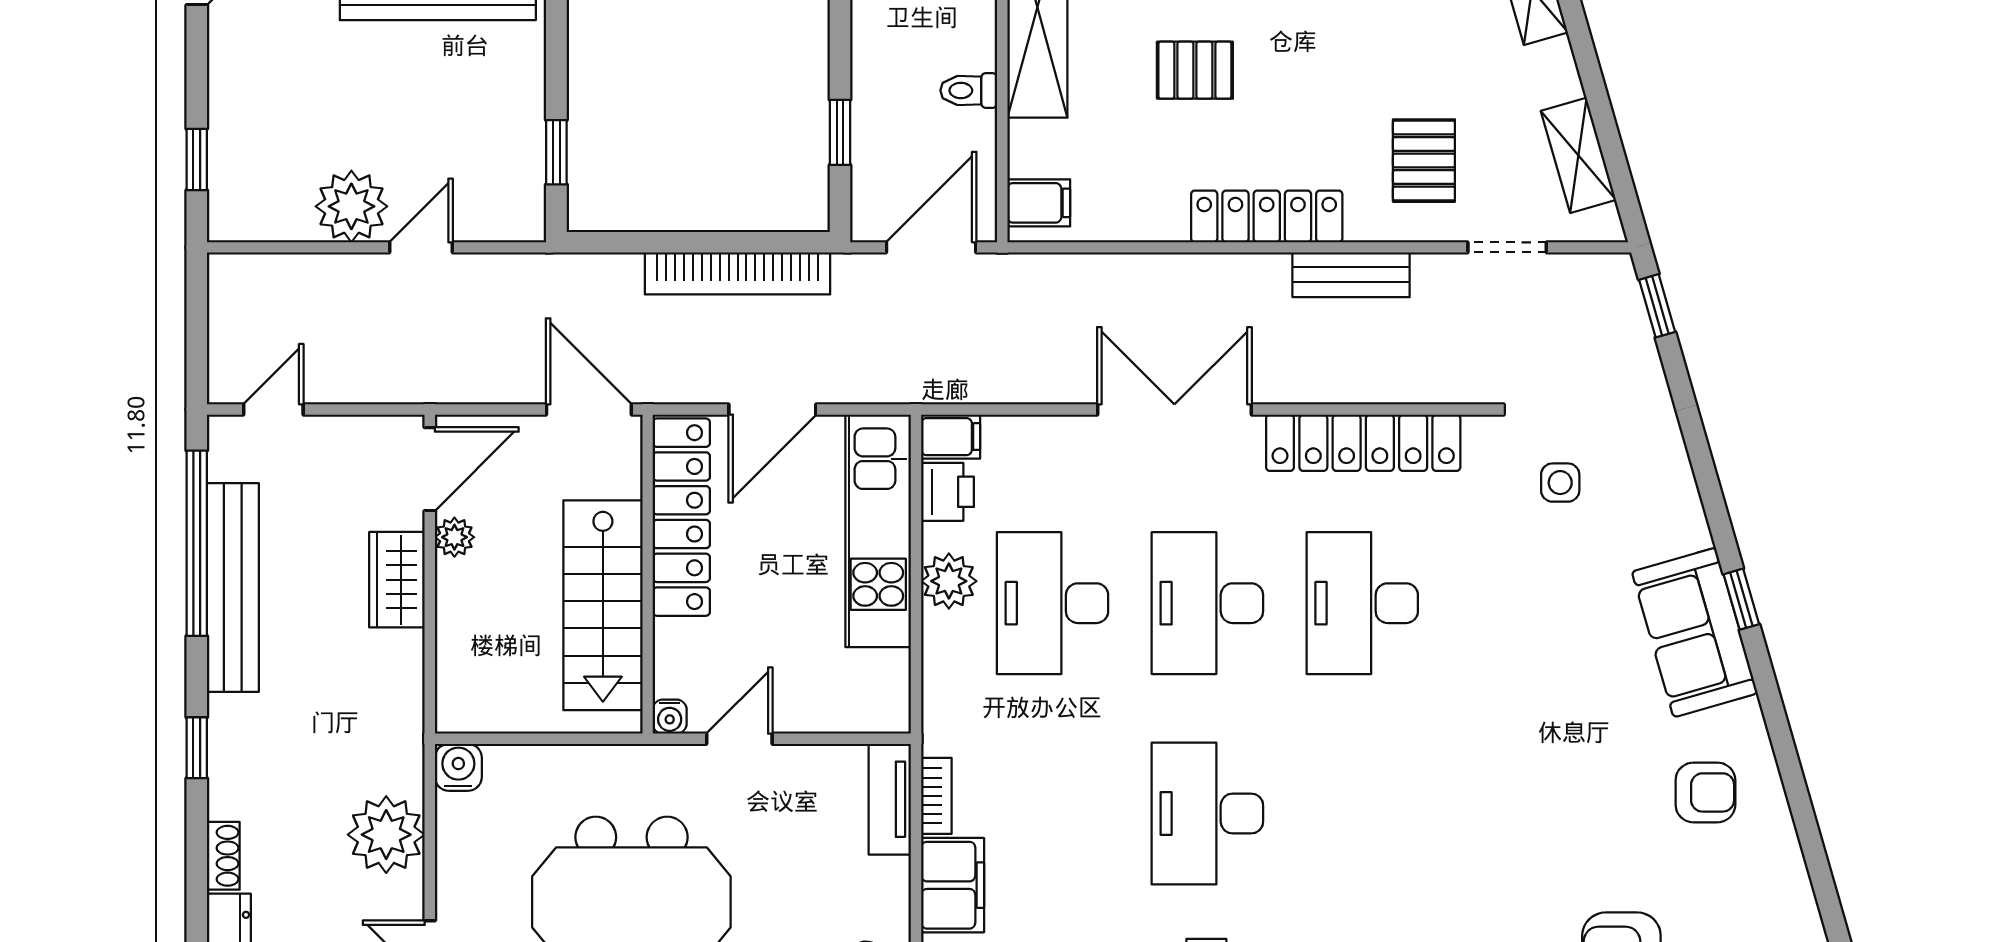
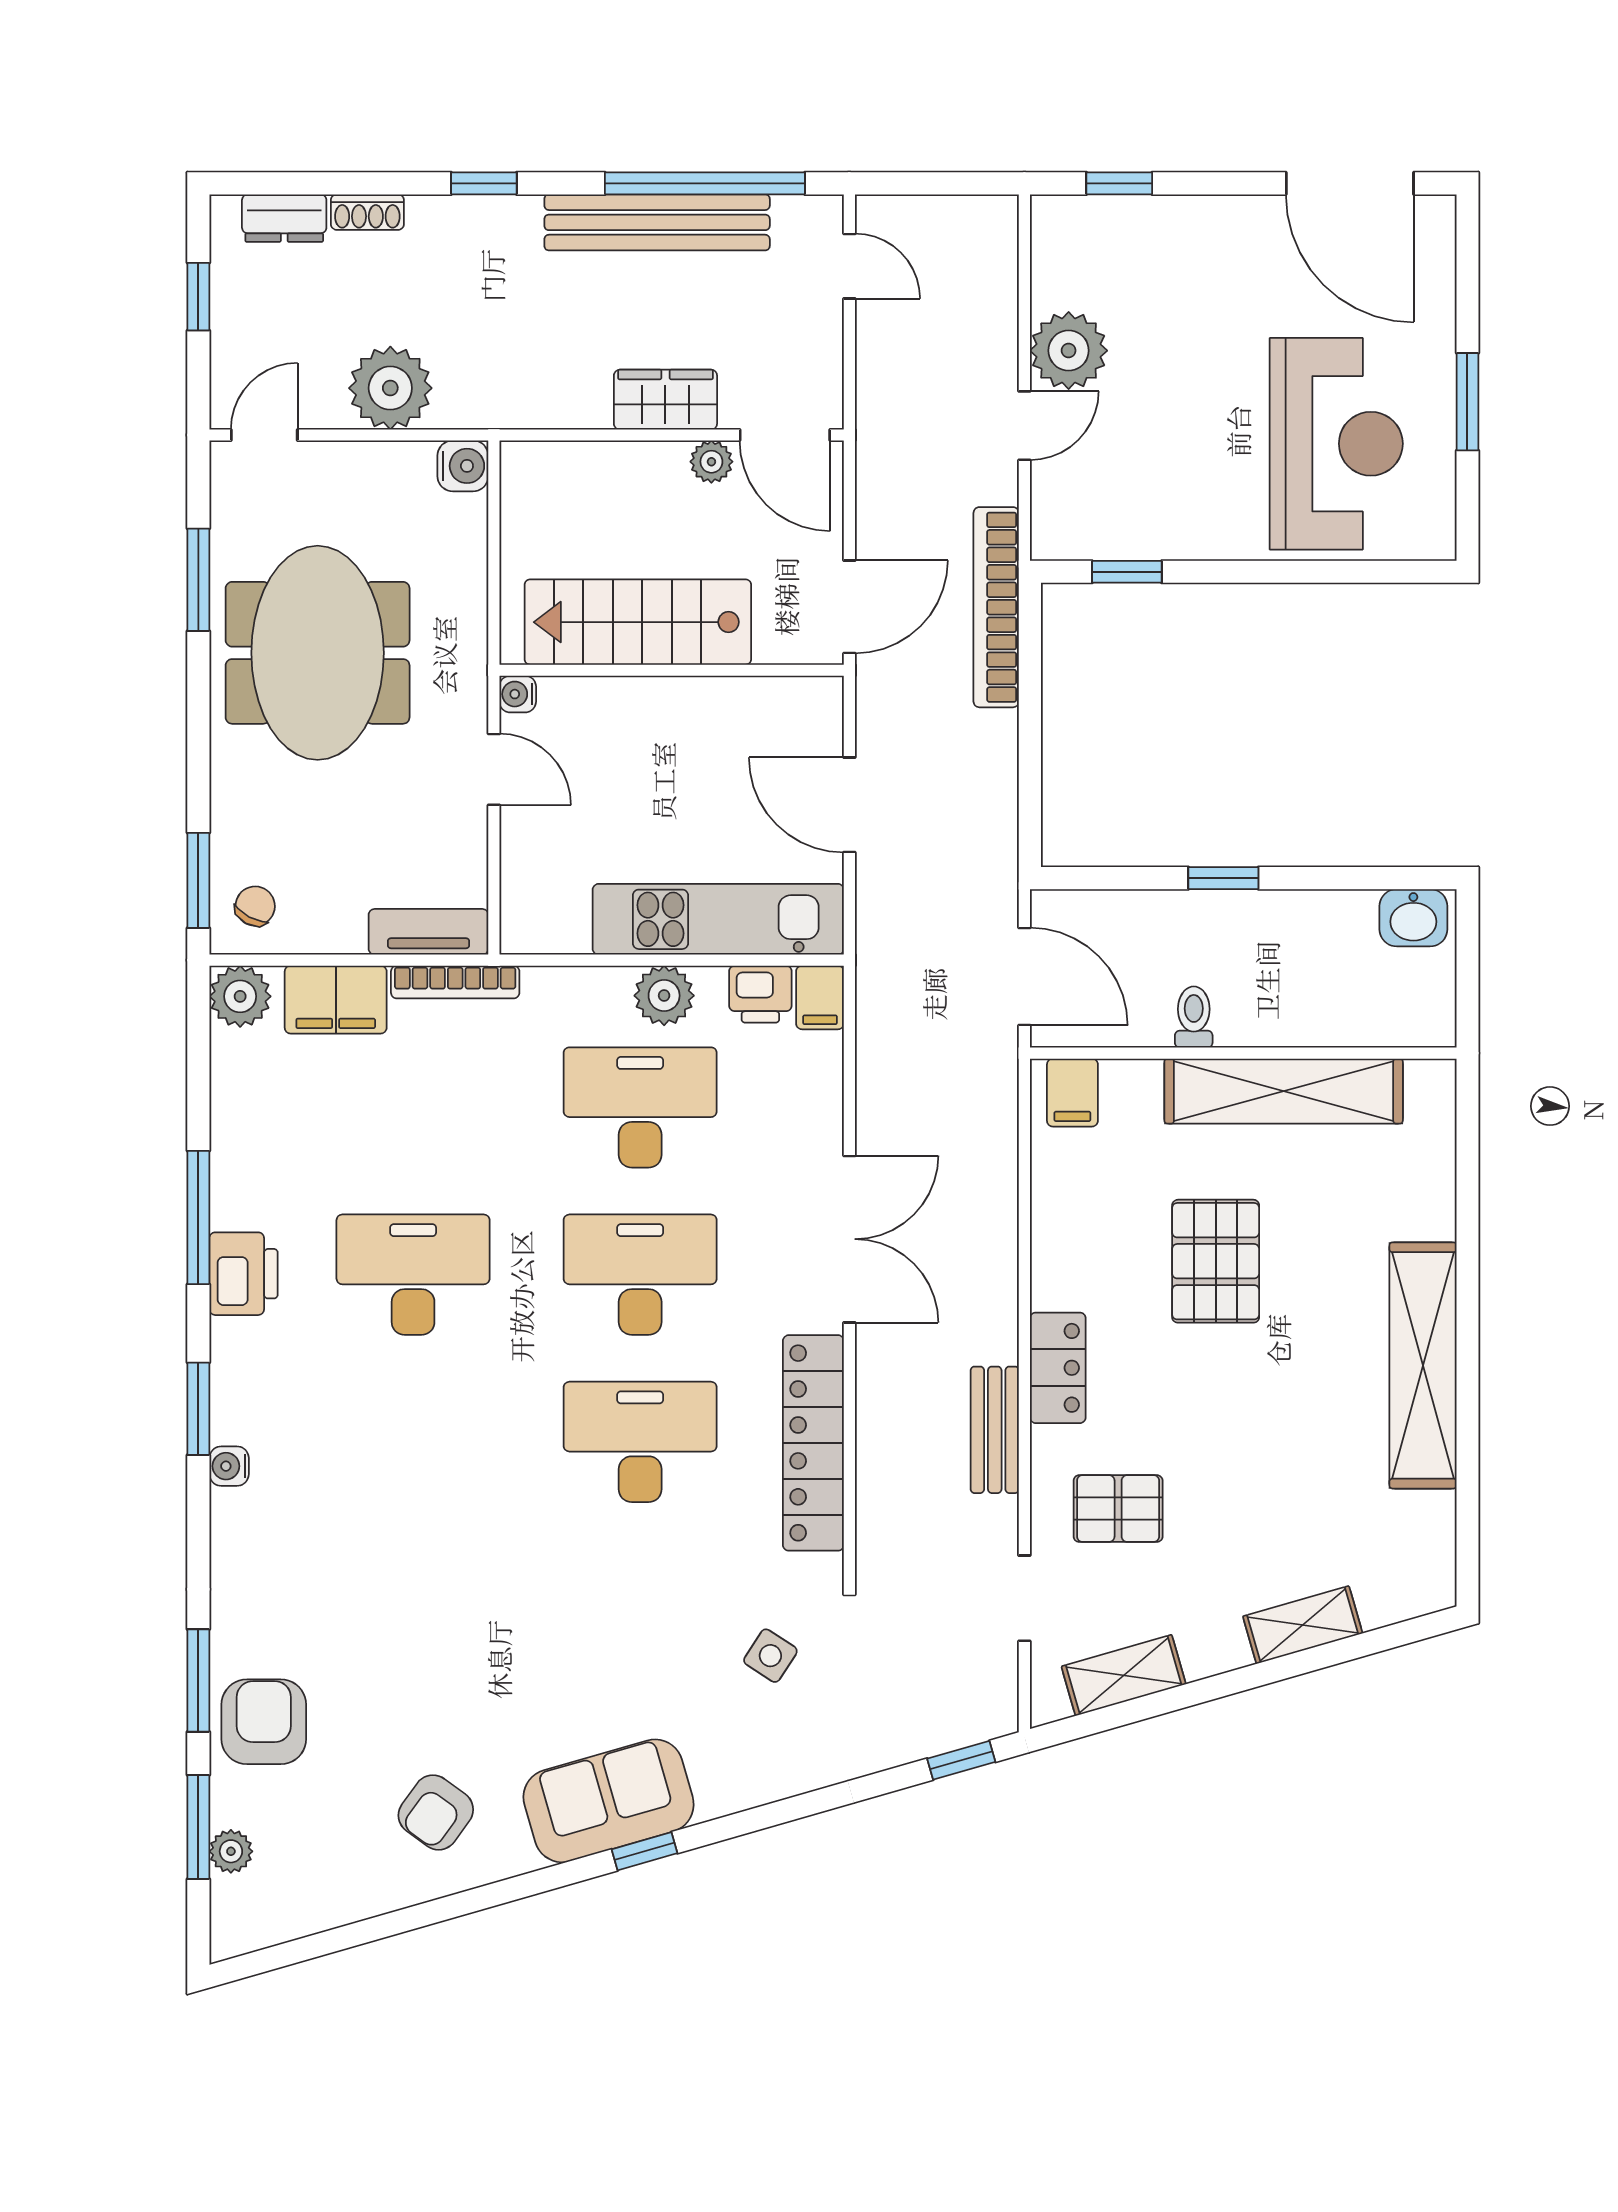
pallet: (1195, 70) -> (1216, 1261), width x1.50, depth x1.42
window: (840, 132) -> (1223, 878), moved
locker: (1267, 216) -> (1058, 1368), width x0.66
door: (421, 247) -> (1024, 426), hinge flipped
bookcase: (738, 273) -> (996, 607), moved
side table: (1560, 483) -> (770, 1656), turned 33
locker: (681, 517) -> (733, 707), removed
armchair: (1705, 792) -> (436, 1812), turned 36
bookcase: (936, 796) -> (455, 982), width x1.56

